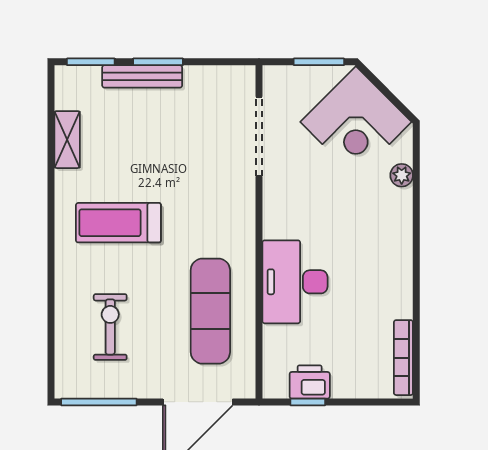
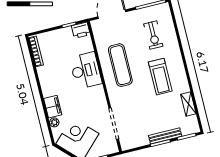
filing cabinet: (396, 214) -> (53, 107), added
treadmill: (118, 223) -> (160, 77), turned 90
exercise mat: (210, 311) -> (120, 65), moved
printer: (310, 382) -> (81, 30), moved

